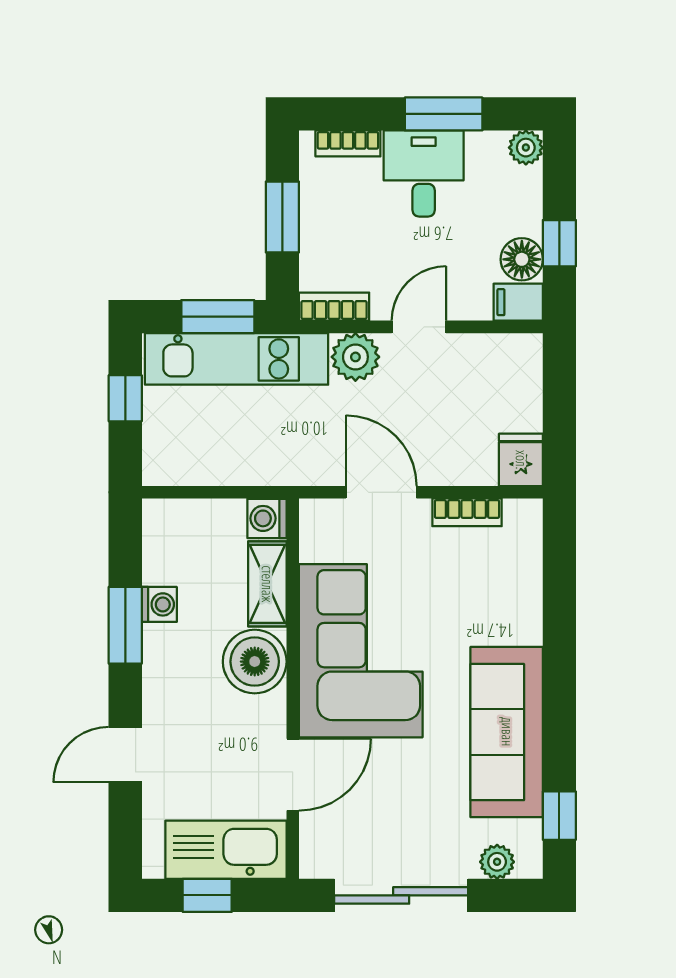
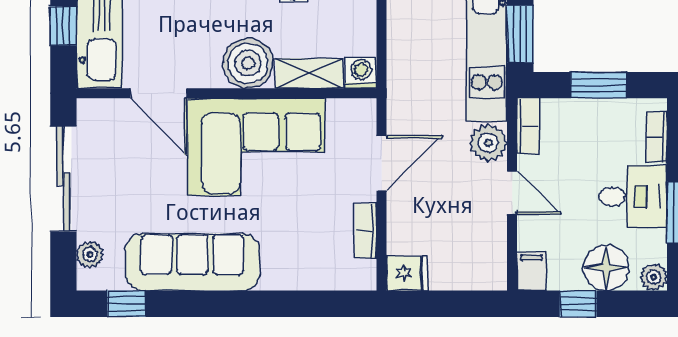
floor lamp: (522, 259) -> (606, 268), moved, width x1.38, depth x1.38

